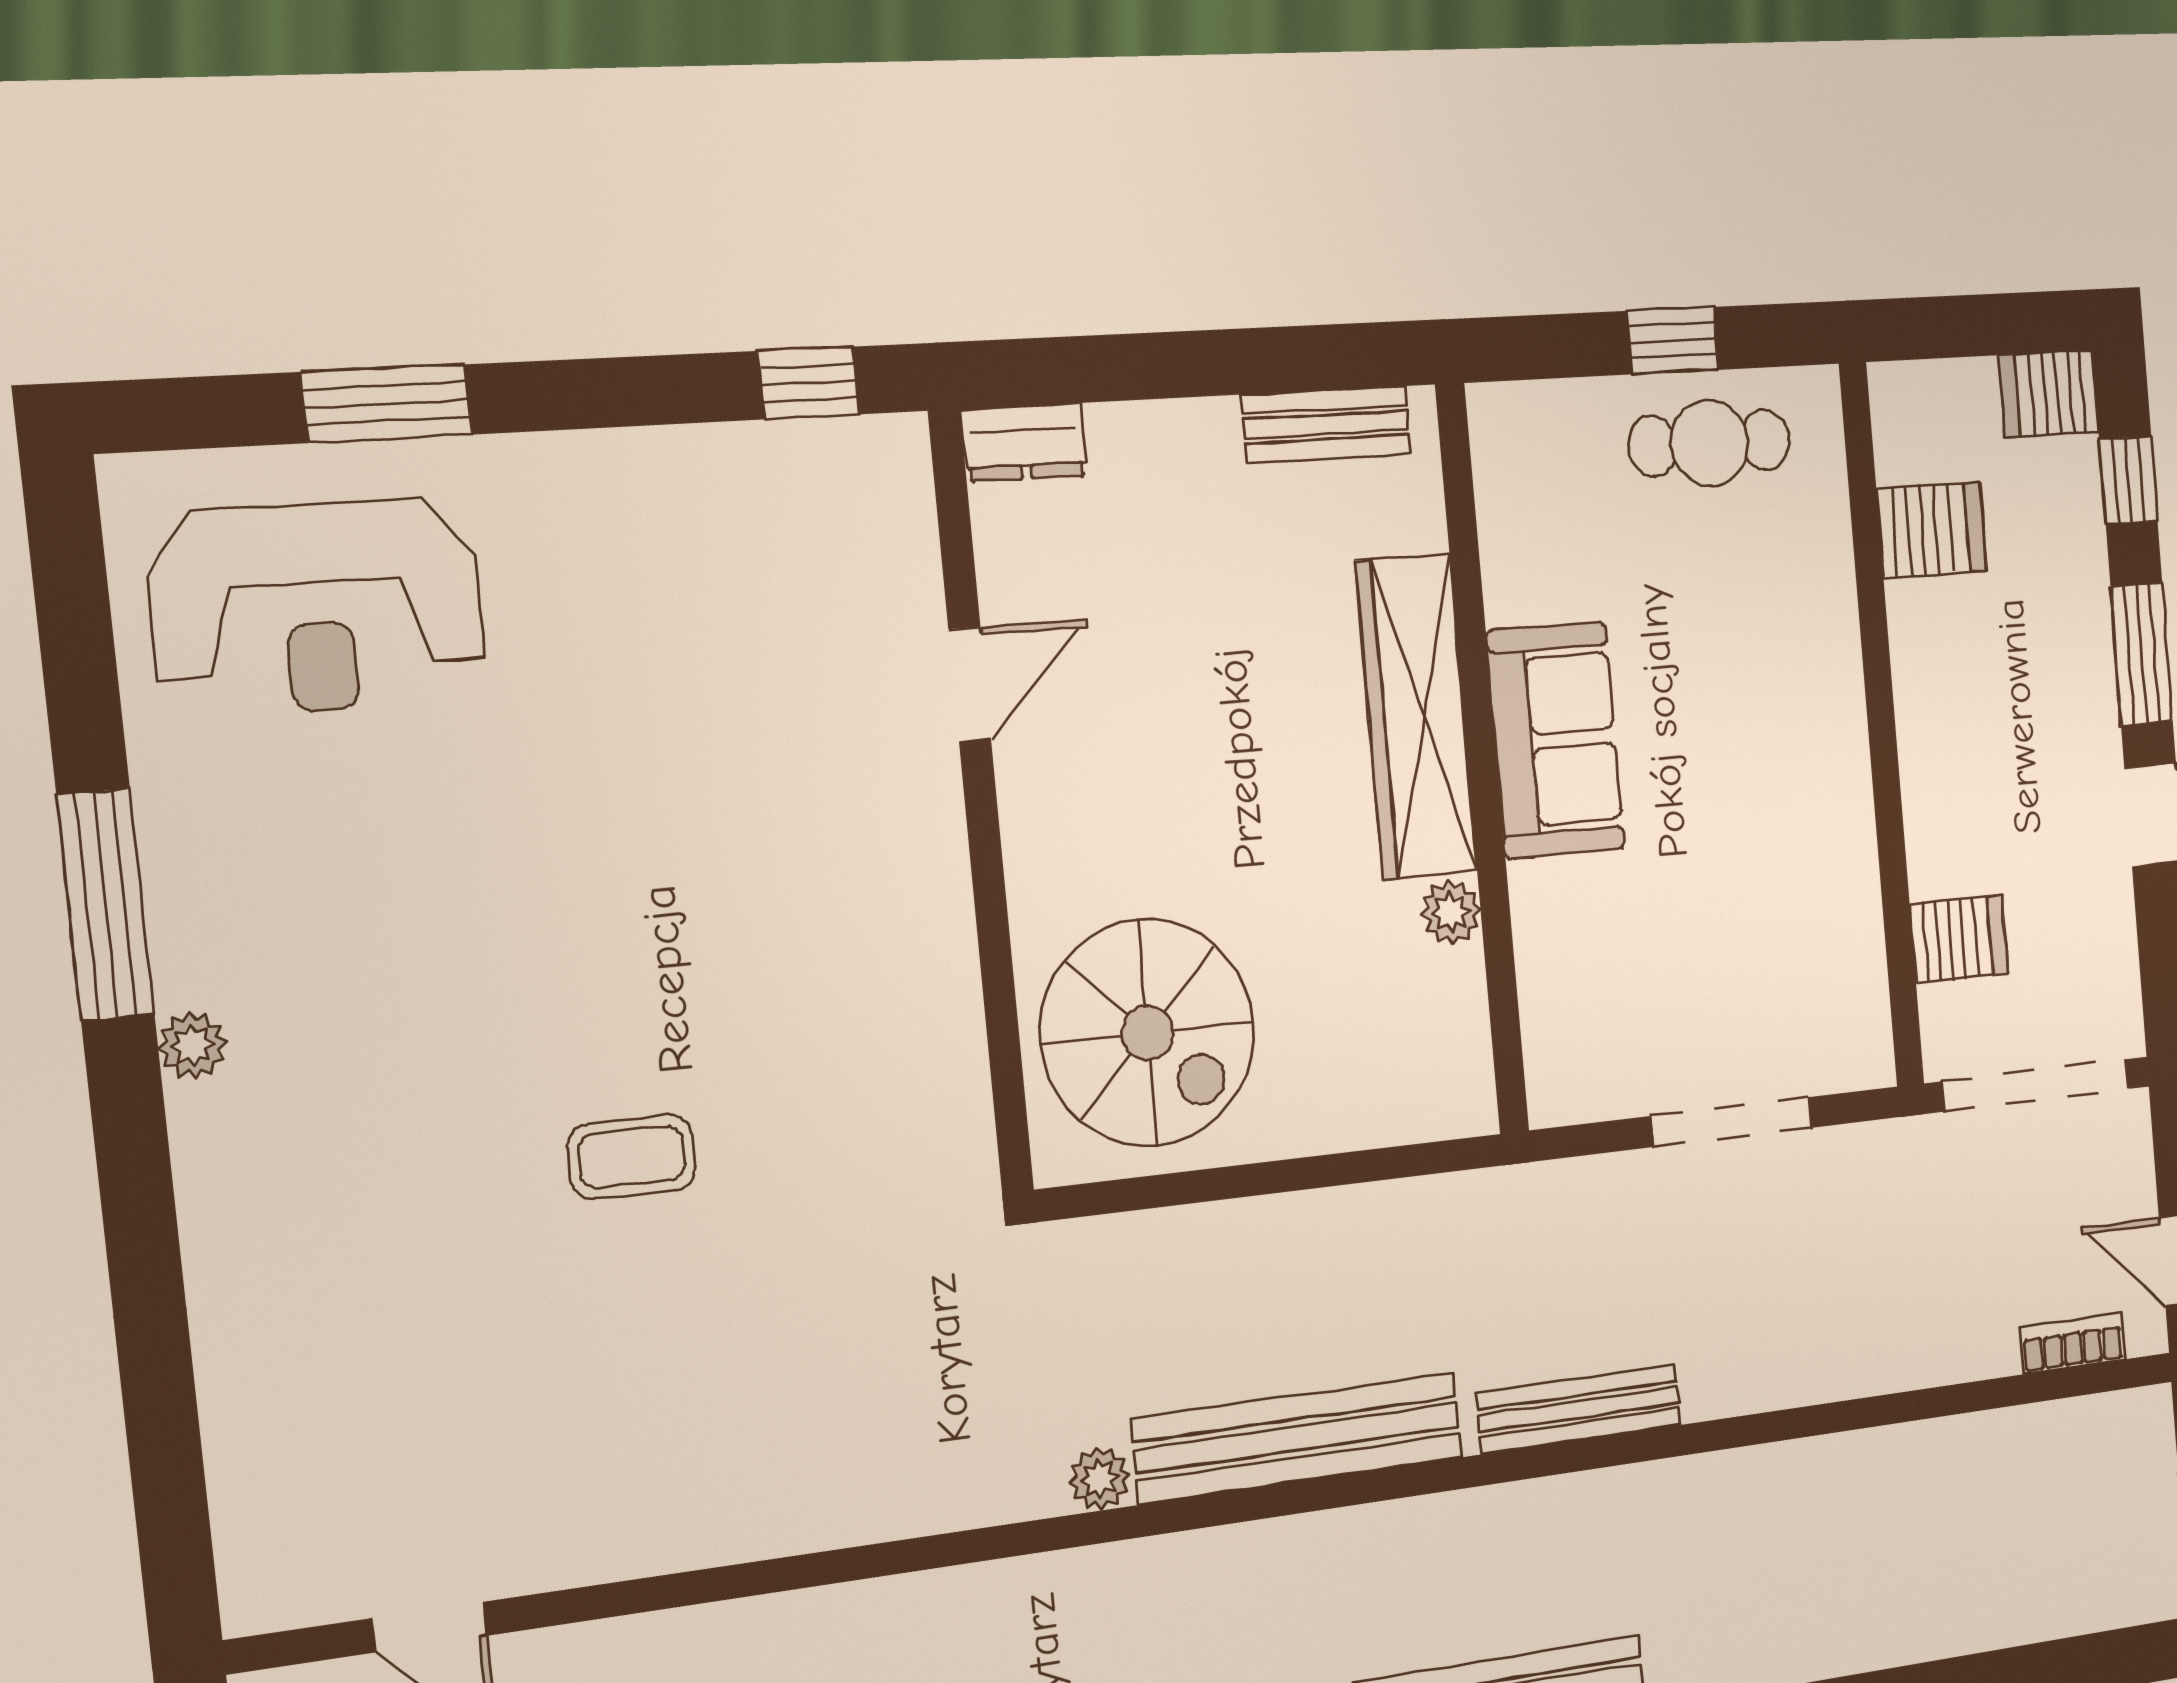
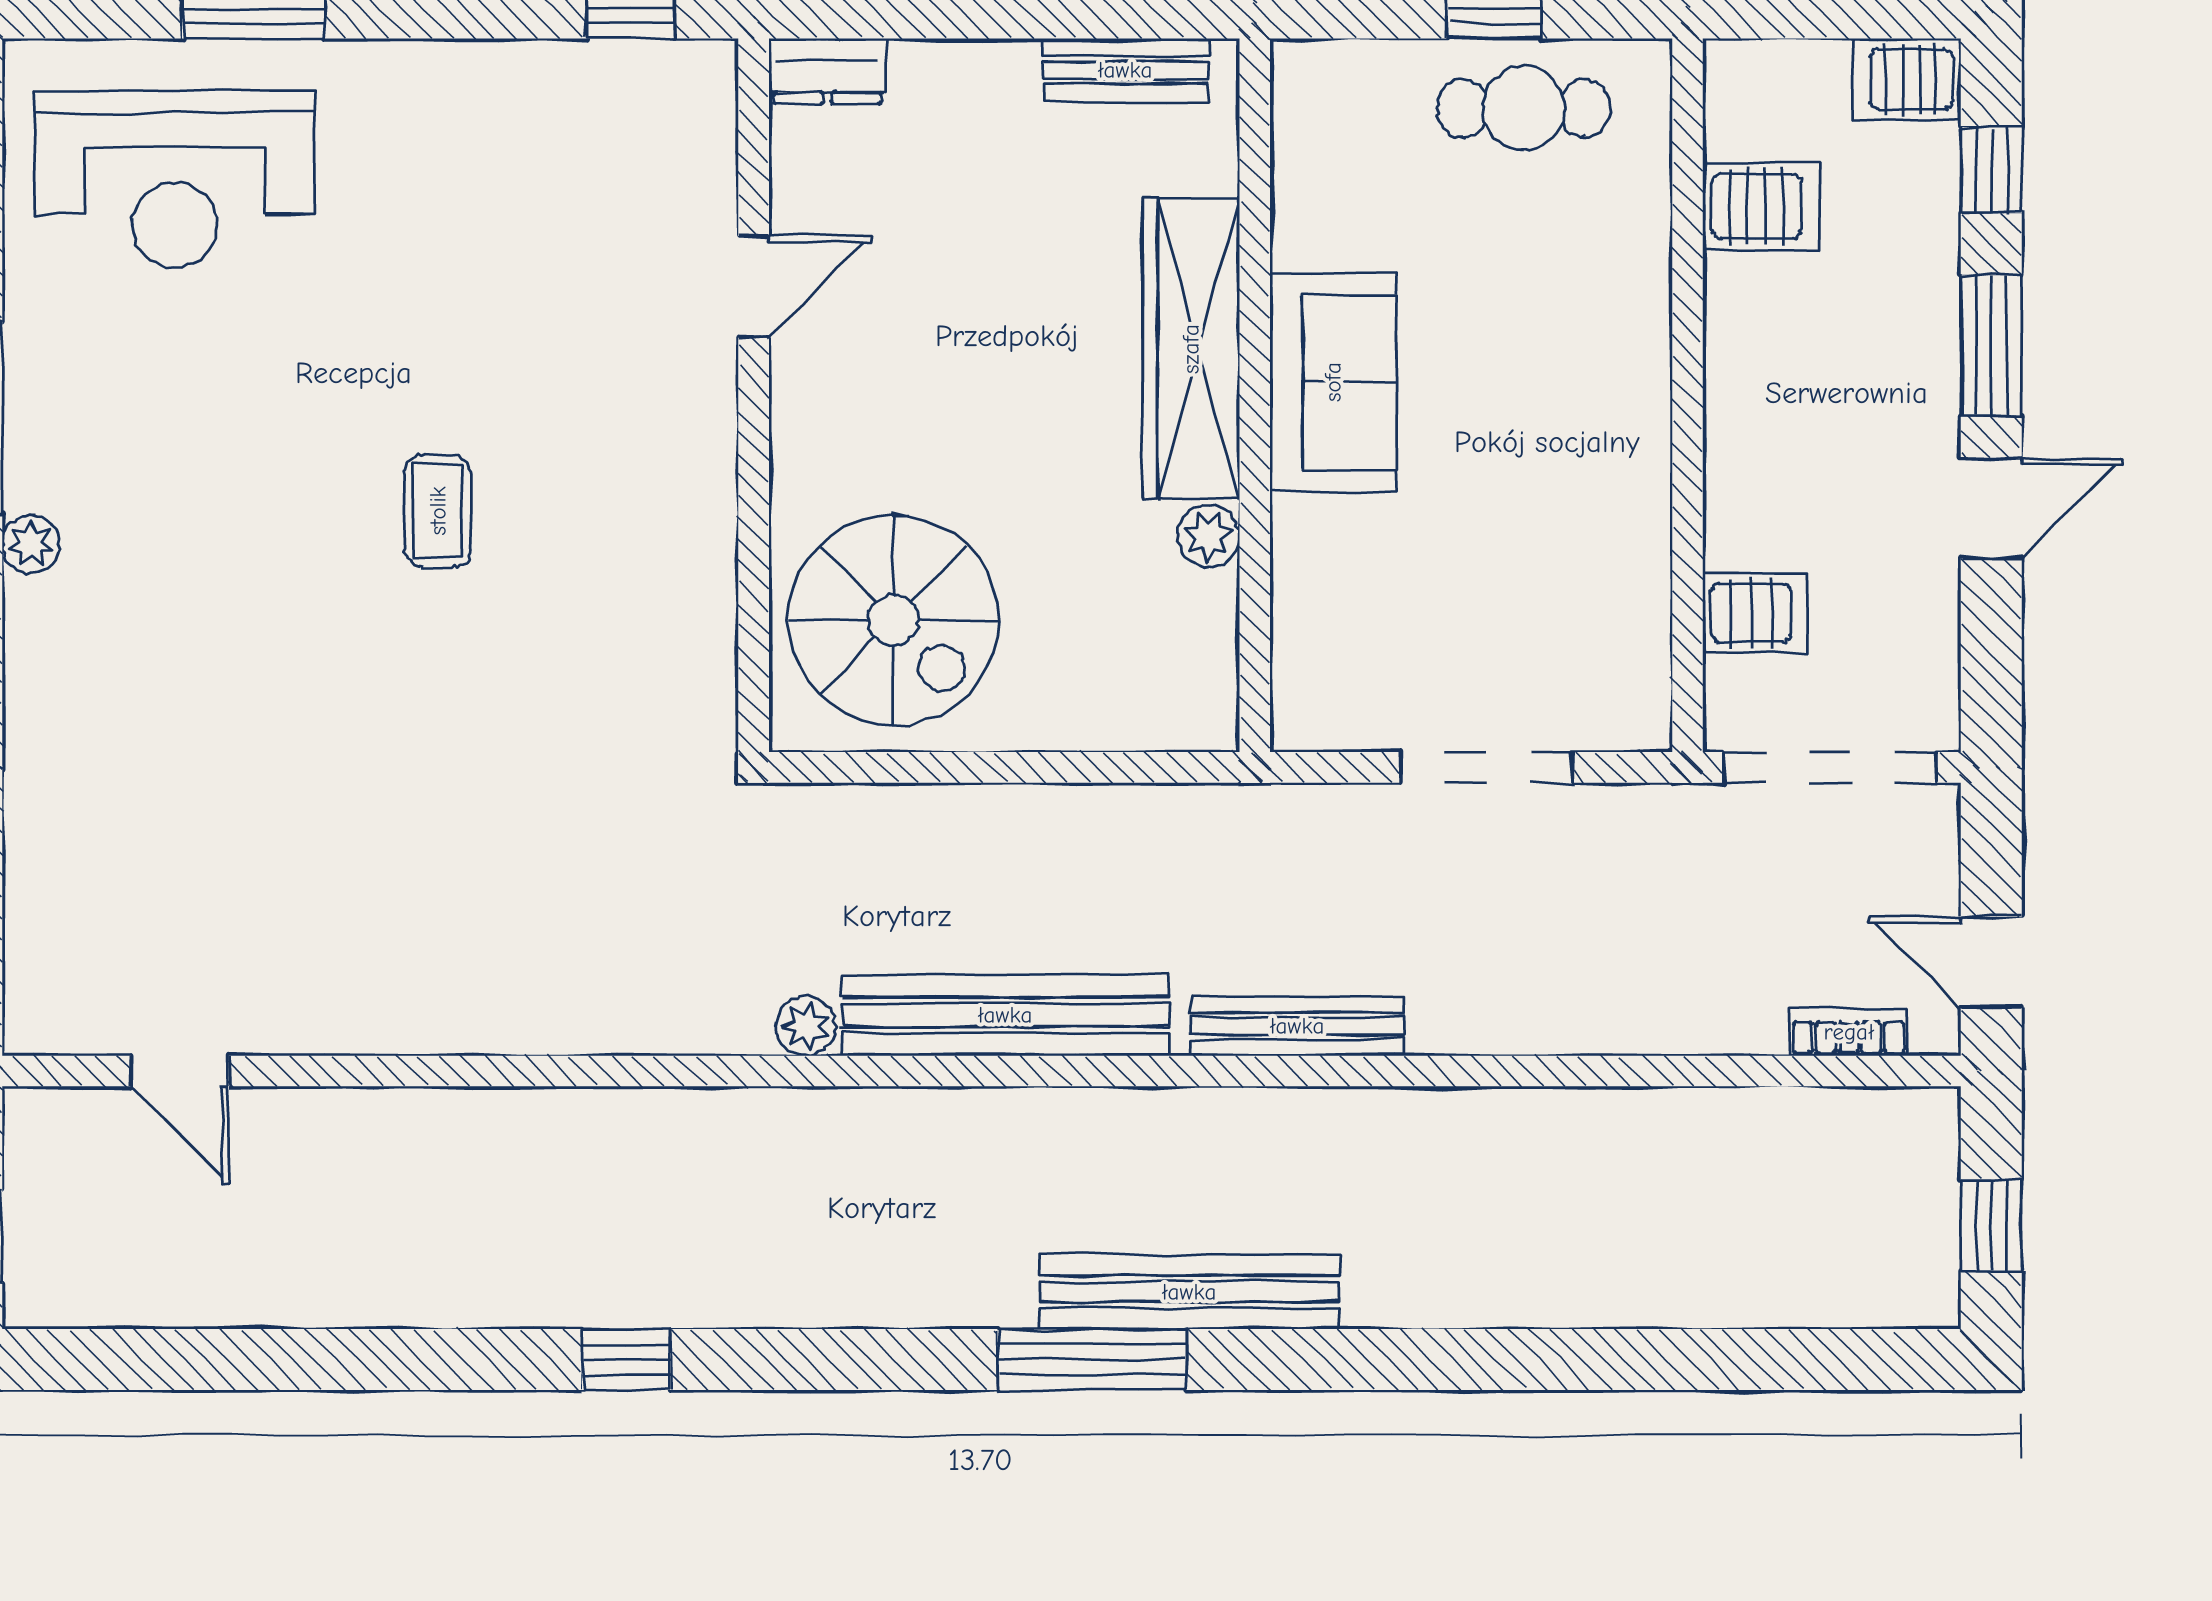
coffee table: (632, 1157) -> (438, 511), moved, turned 90

